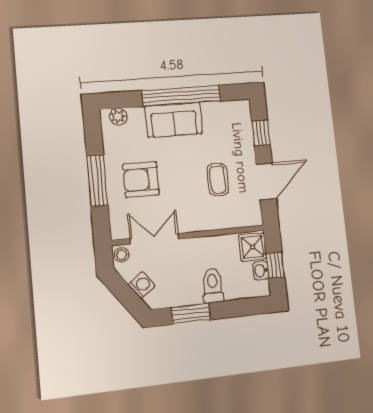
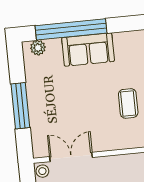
window: (181, 96) -> (71, 29), moved
armchair: (141, 180) -> (59, 104), removed

